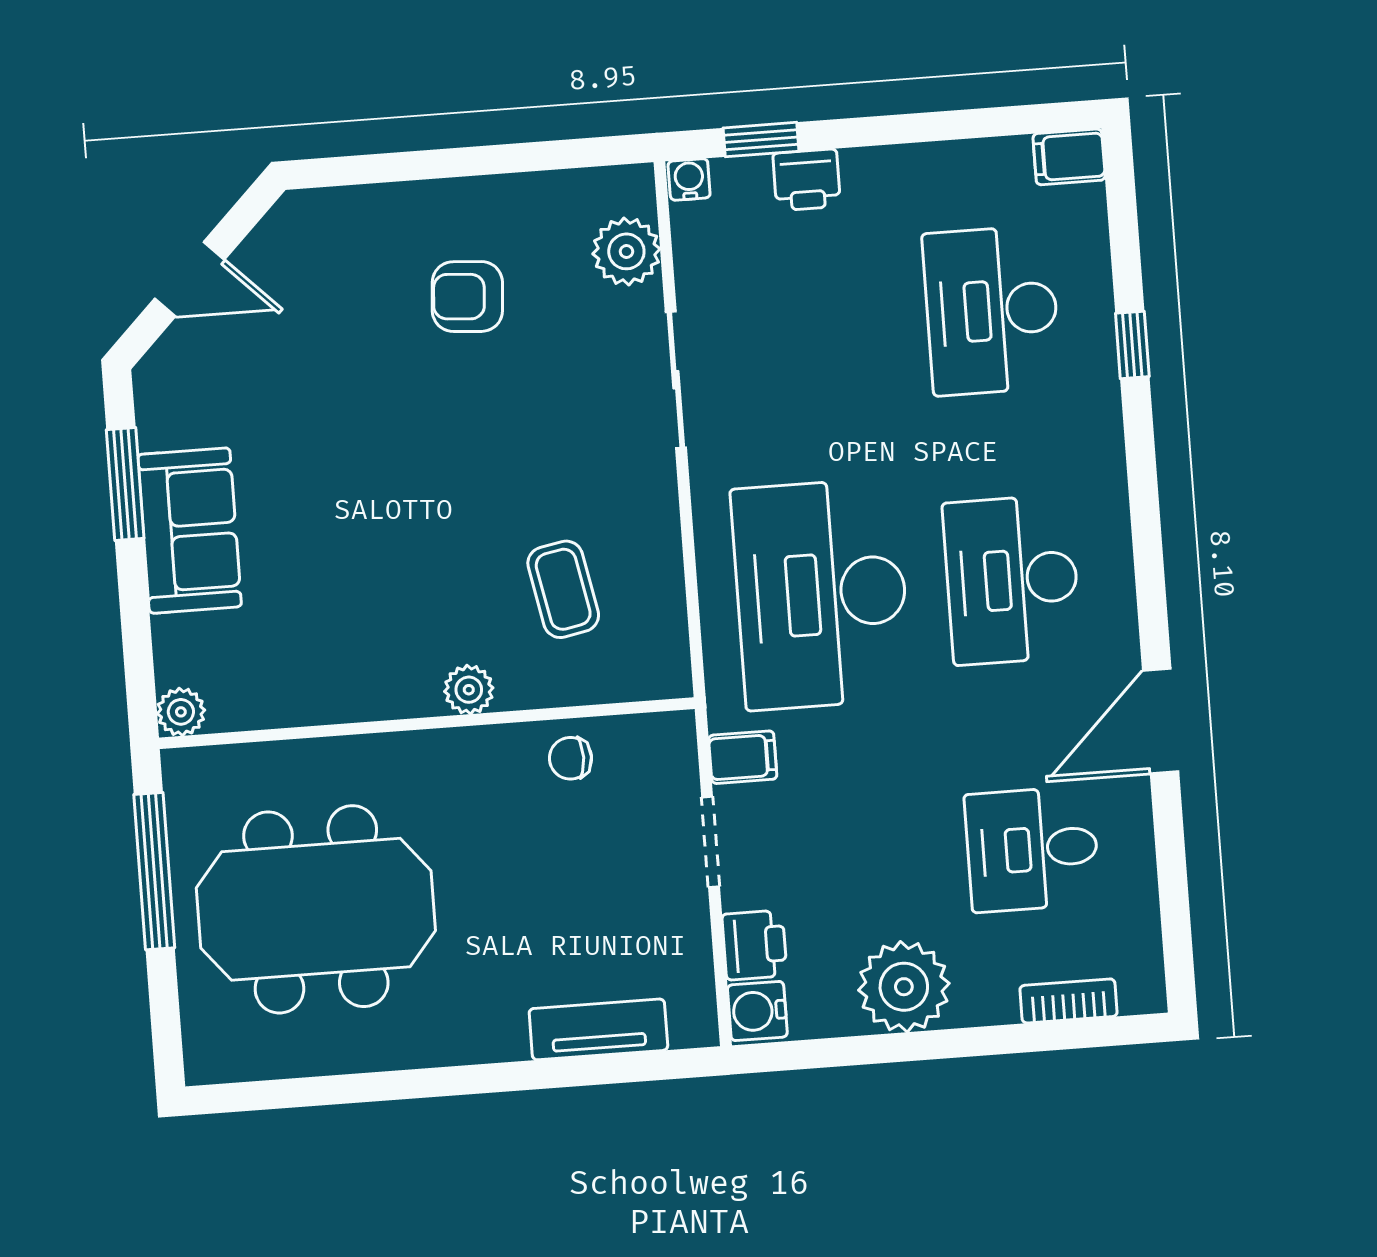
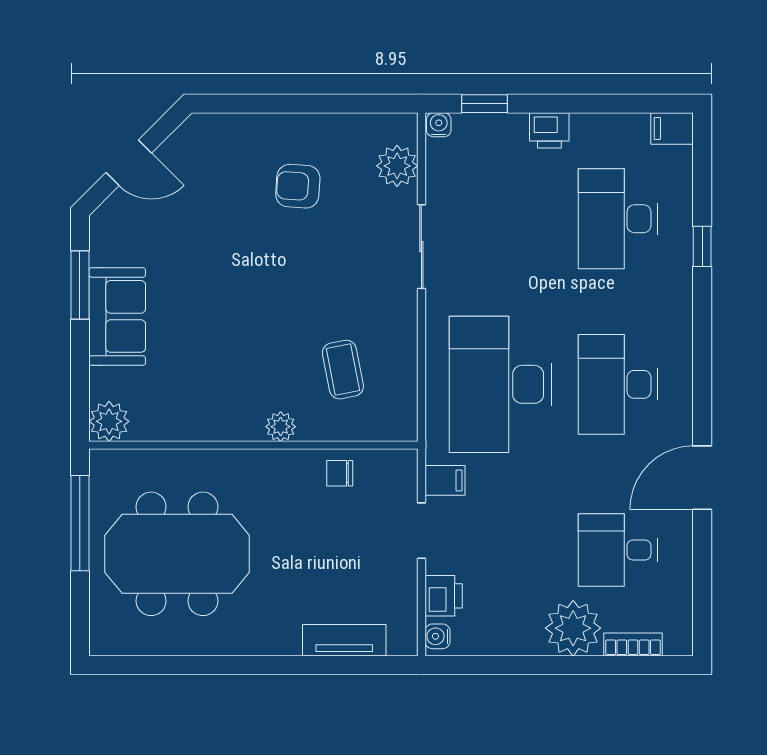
printer: (807, 180) -> (549, 130), moved
plant: (181, 712) -> (109, 421), width x1.38, depth x1.38
plant: (904, 987) -> (573, 628), moved
water cooler: (757, 1011) -> (437, 636), width x0.72, depth x0.72

